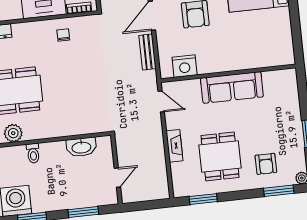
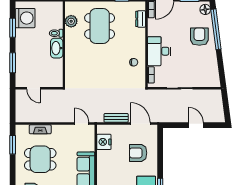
door: (161, 101) -> (82, 124), swing flipped
fireplace: (174, 146) -> (40, 129), moved
washbasin: (81, 147) -> (57, 48), moved

